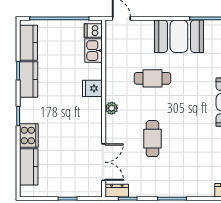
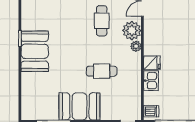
kitchen sink: (94, 51) -> (151, 81), moved
plant: (116, 127) -> (132, 31), added

